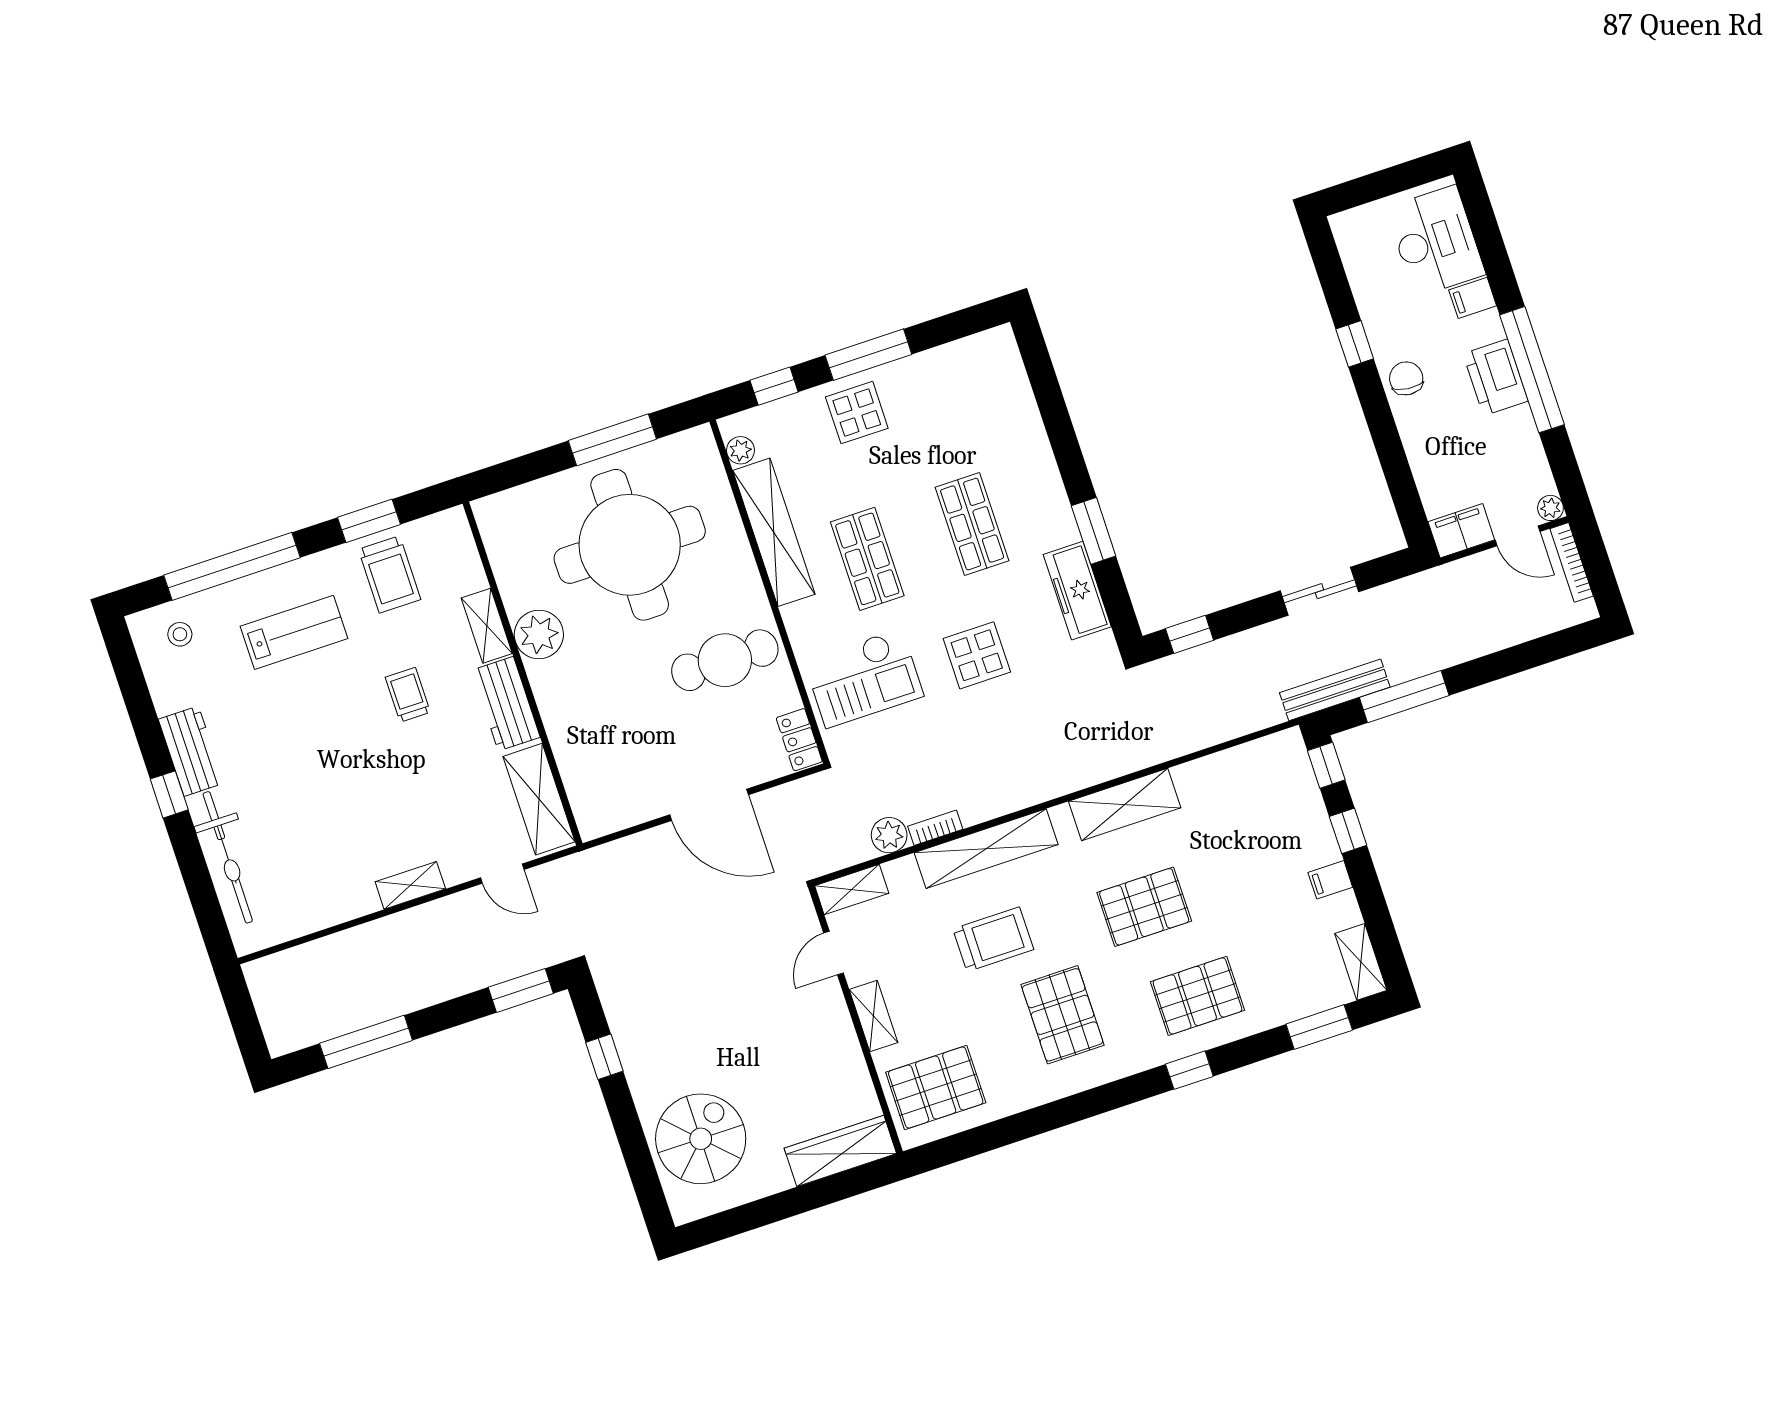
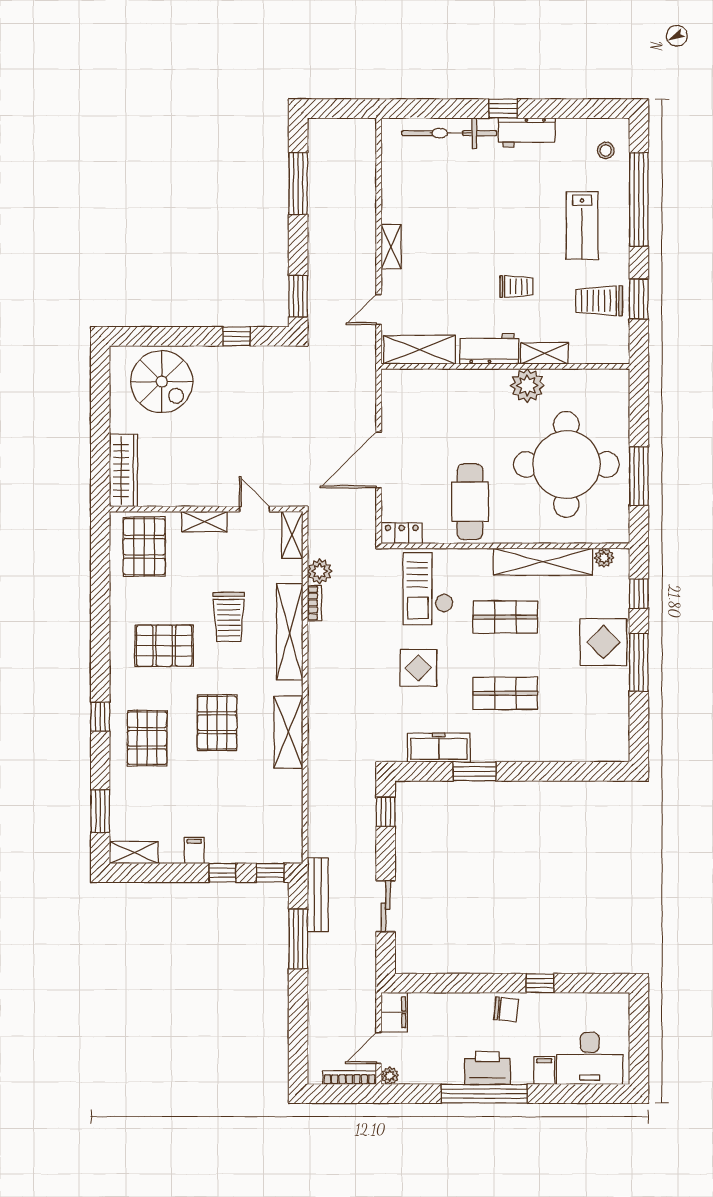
display table: (857, 413) -> (603, 642), width x1.36, depth x1.36

